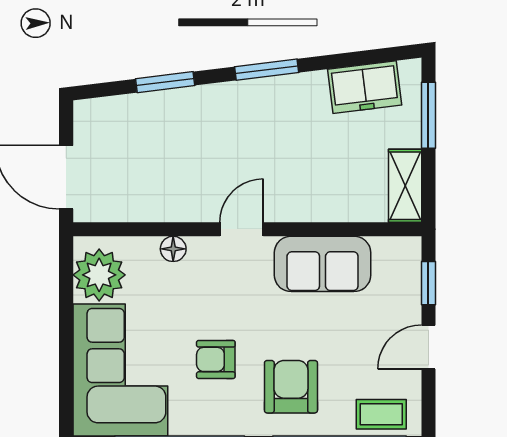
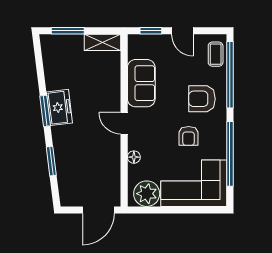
freezer: (365, 87) -> (59, 107), moved

